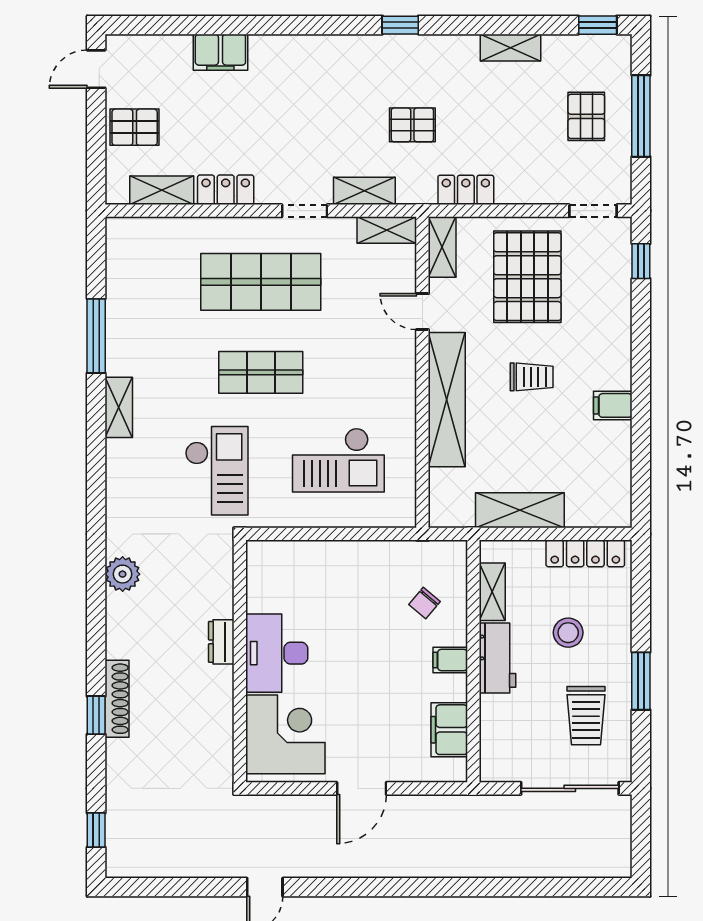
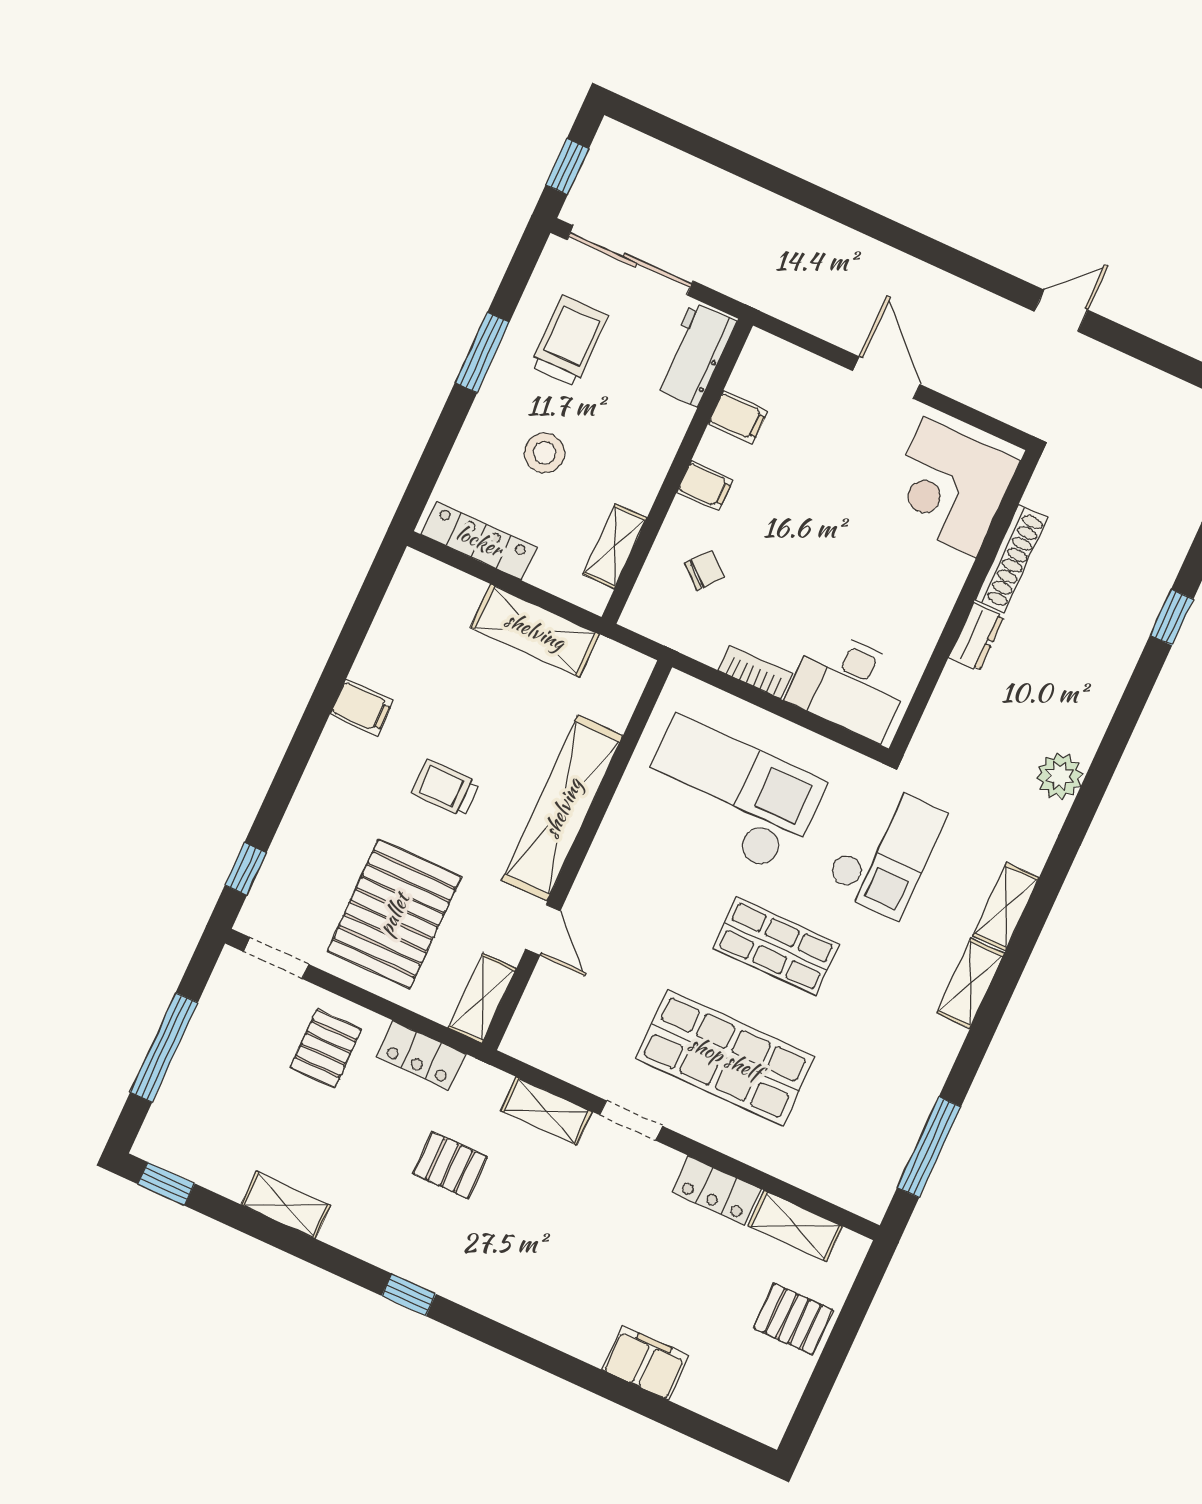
door: (96, 69) -> (808, 1412), removed
pallet: (586, 116) -> (326, 1049), moved
shelving: (387, 230) -> (1006, 907), moved, turned 90
window: (96, 336) -> (929, 1147), moved
checkout: (338, 460) -> (730, 795), width x1.36, depth x1.21
checkout: (217, 471) -> (886, 850), turned 180
bookcase: (359, 550) -> (755, 672), added
desk: (277, 653) -> (850, 685), moved, turned 90
workbench: (497, 658) -> (695, 355), moved
shoe rack: (117, 699) -> (1011, 559), moved, turned 180
filing cabinet: (449, 730) -> (738, 417), width x0.50
door: (362, 788) -> (886, 378), hinge flipped
window: (641, 832) -> (567, 167), added

